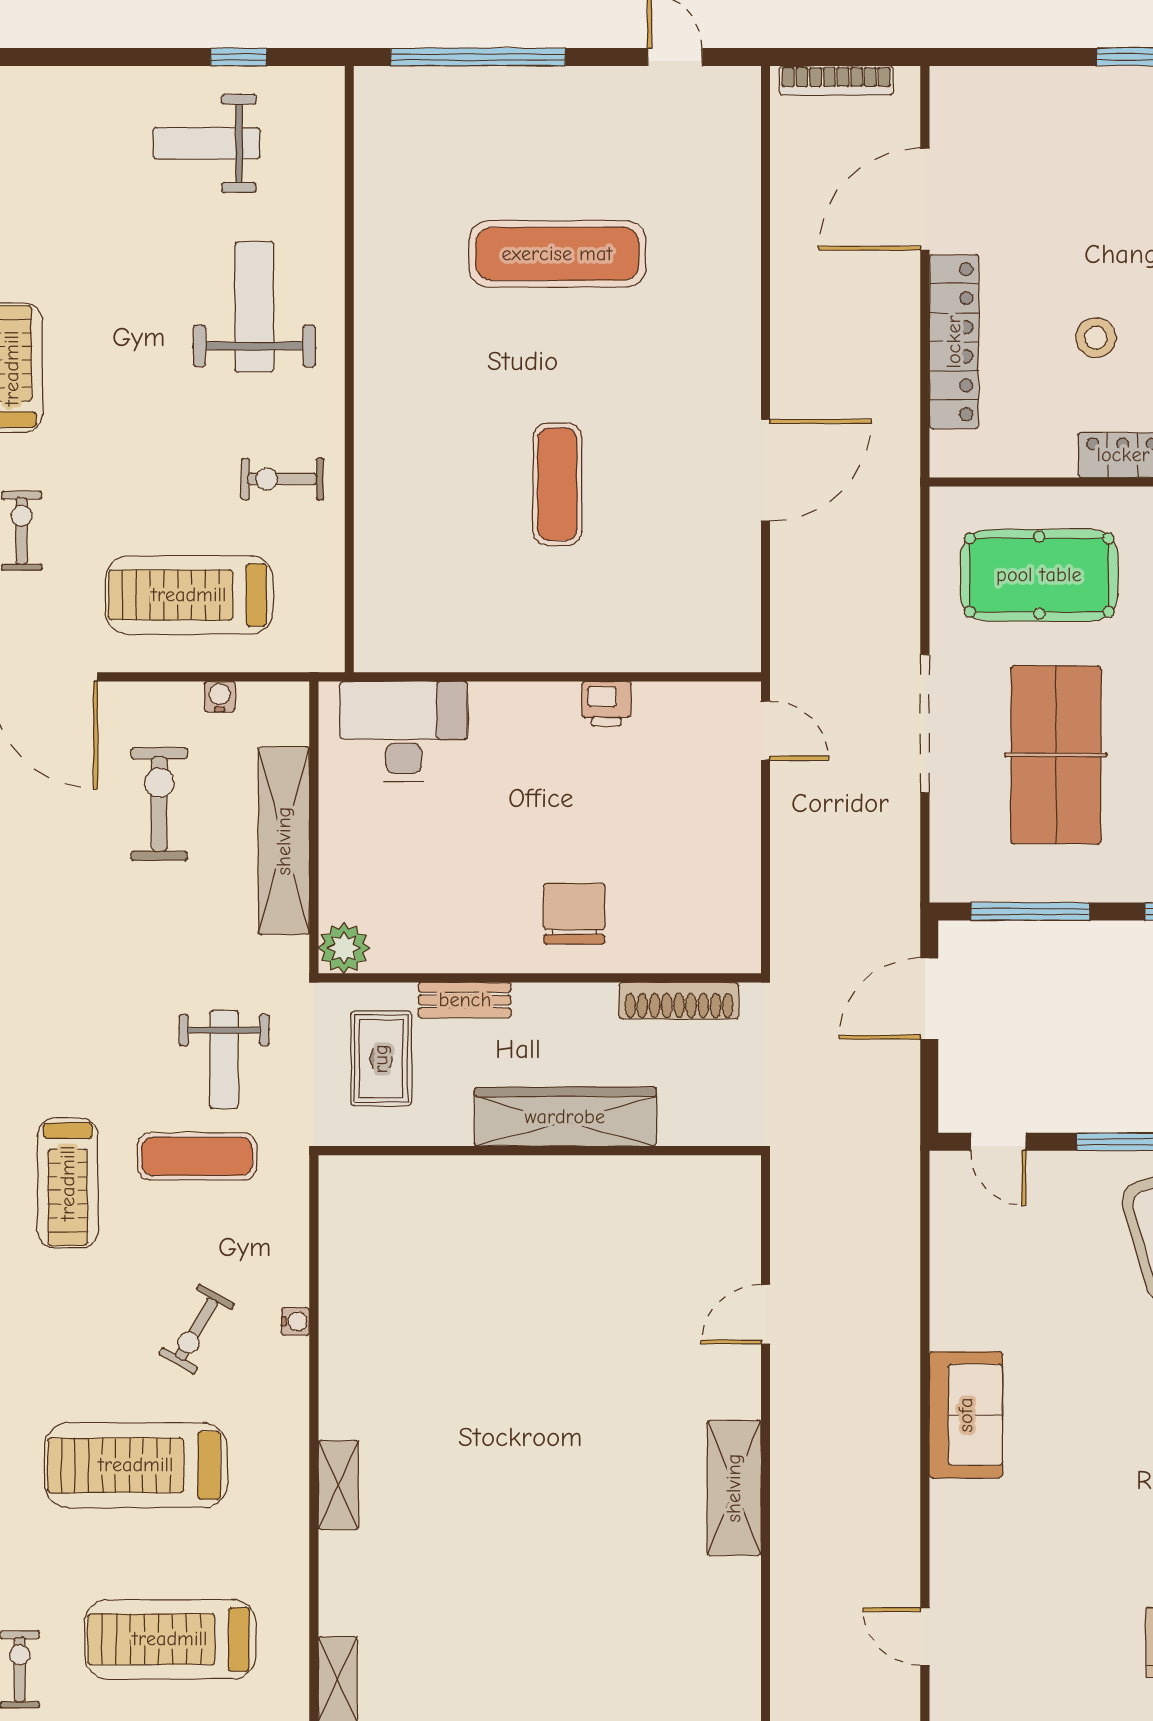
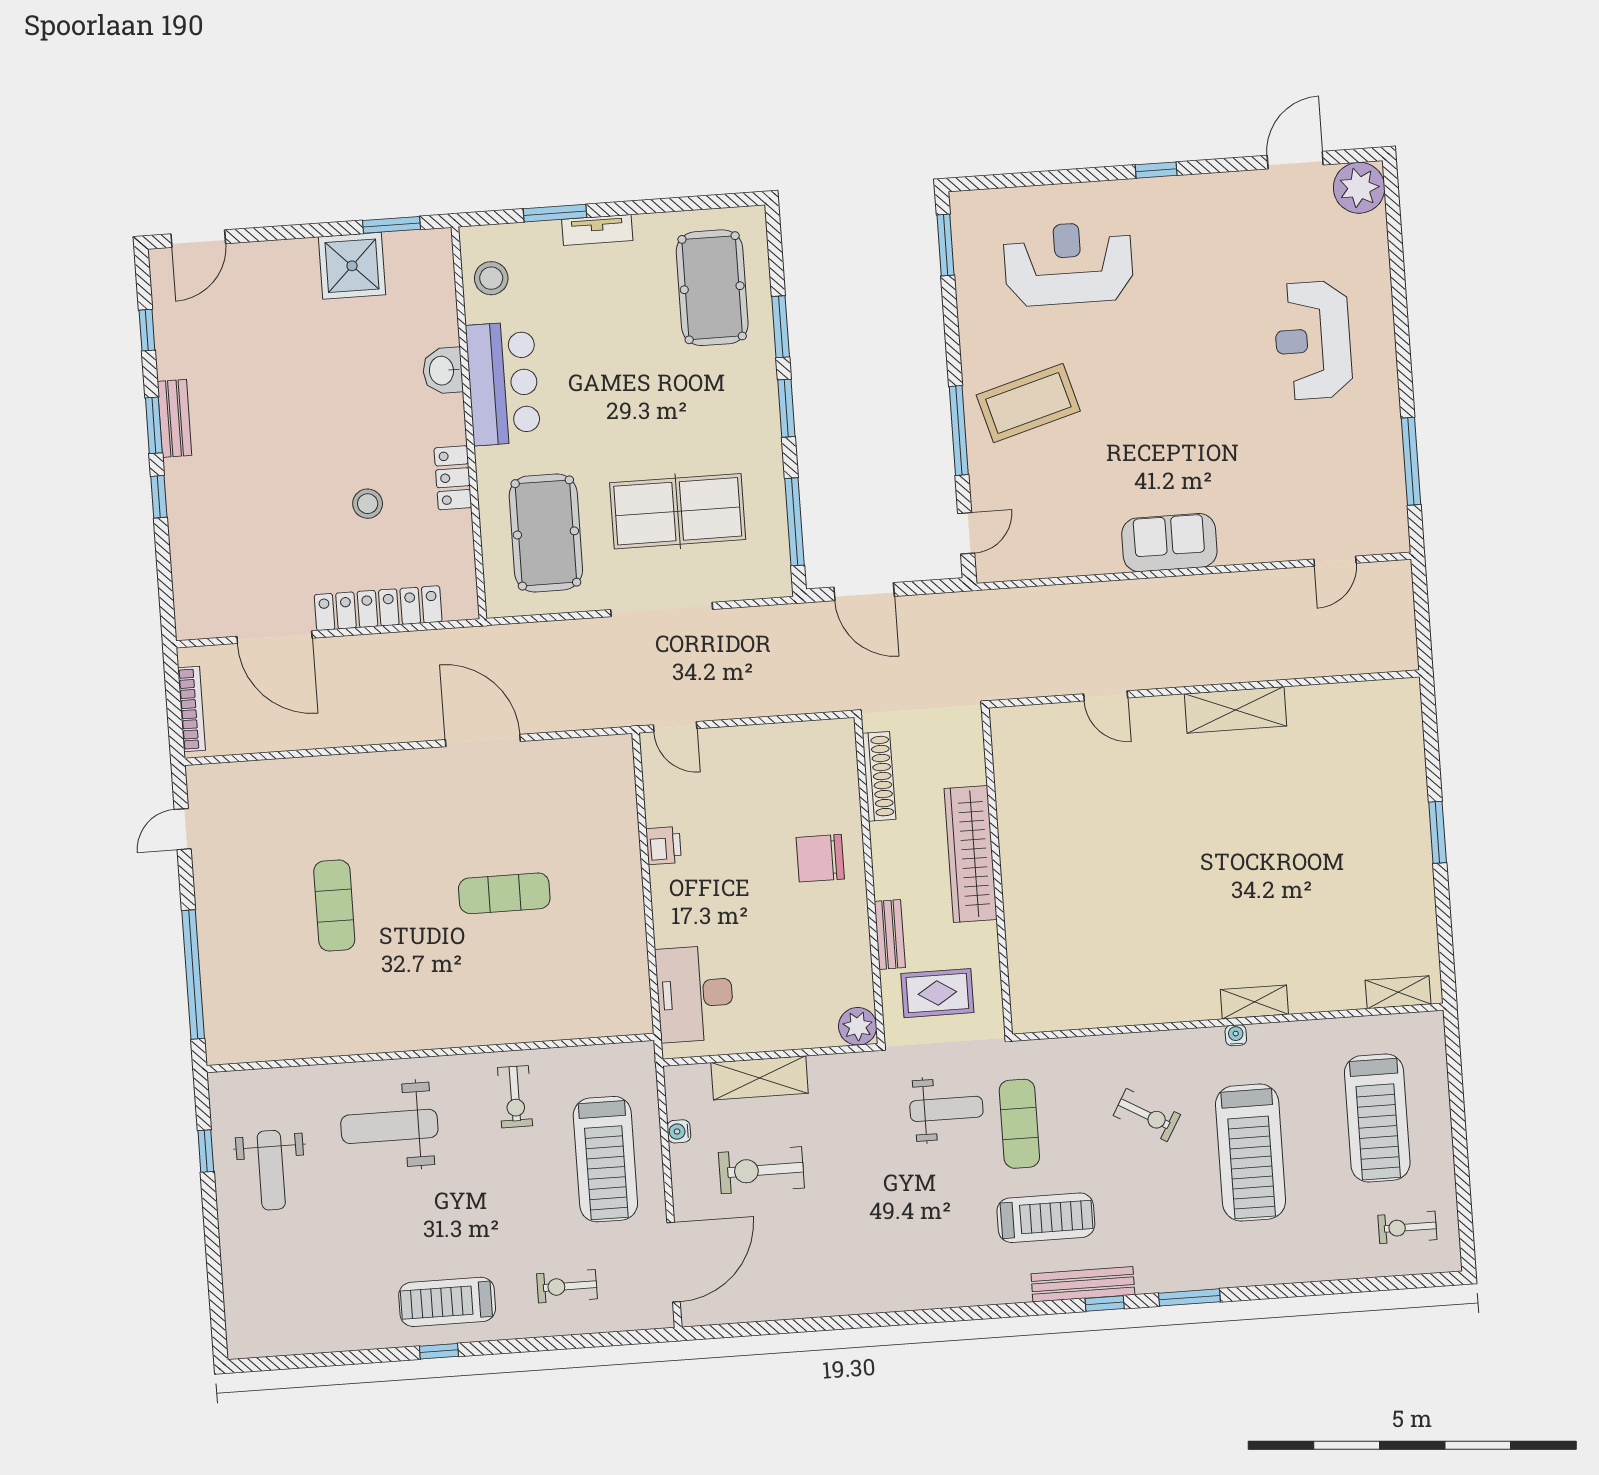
exercise mat: (557, 254) -> (334, 906), width x0.73, depth x0.69
door: (766, 731) -> (675, 727), swing flipped
shelving: (284, 841) -> (760, 1078), width x0.68
water cooler: (295, 1321) -> (1236, 1035), moved

